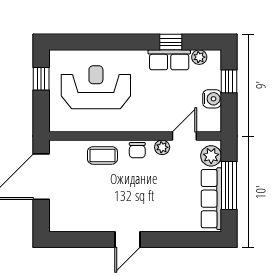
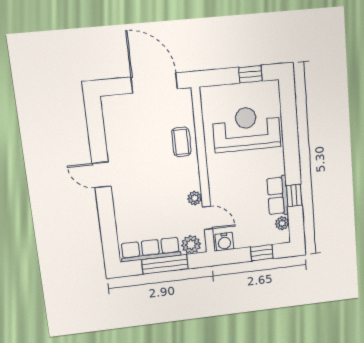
reception desk: (96, 87) -> (246, 129), turned -90
water cooler: (212, 99) -> (224, 242), moved
chair: (137, 150) -> (190, 175), removed

